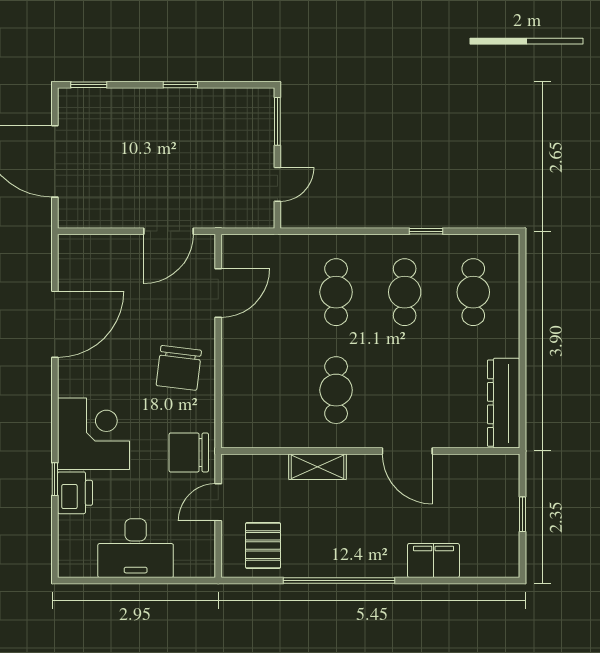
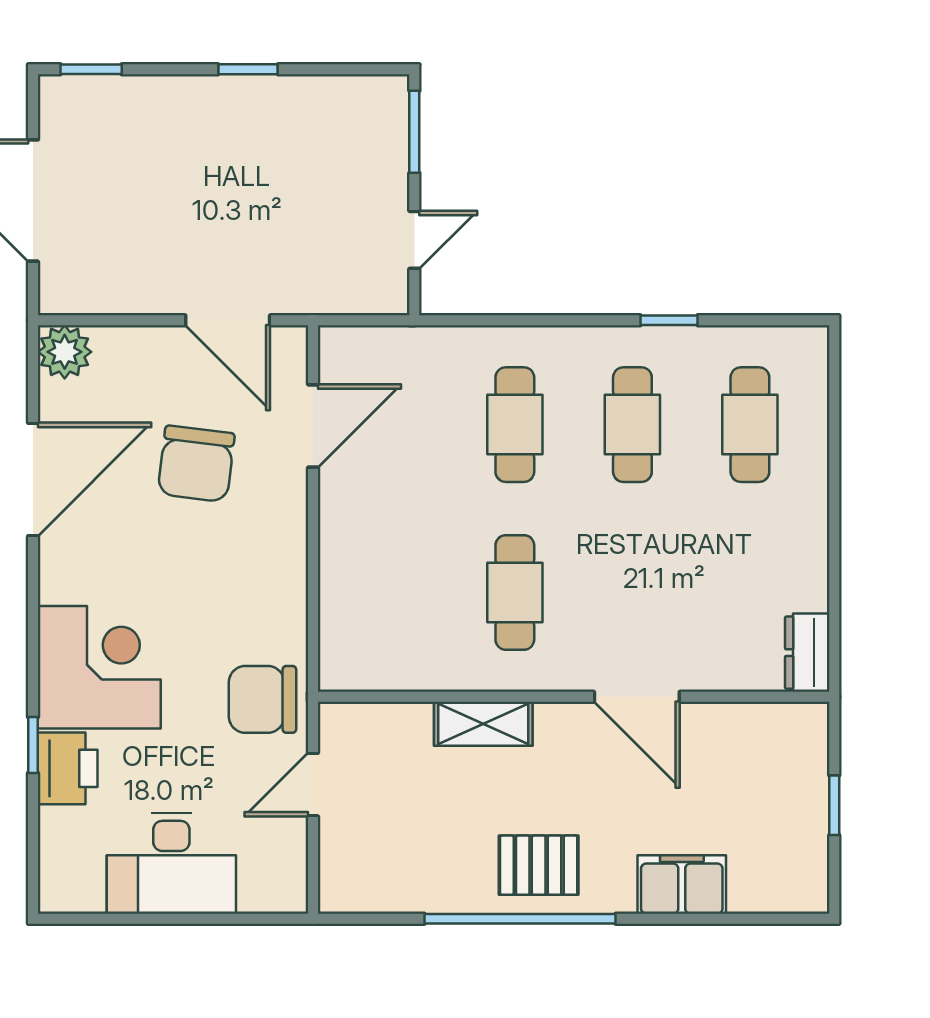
door: (168, 231) -> (228, 320), hinge flipped
plant: (73, 250) -> (65, 352), added
chair: (179, 368) -> (196, 464), moved
dresser: (504, 403) -> (807, 653), width x0.51, depth x0.80
pallet: (263, 545) -> (539, 865), moved, turned 90

